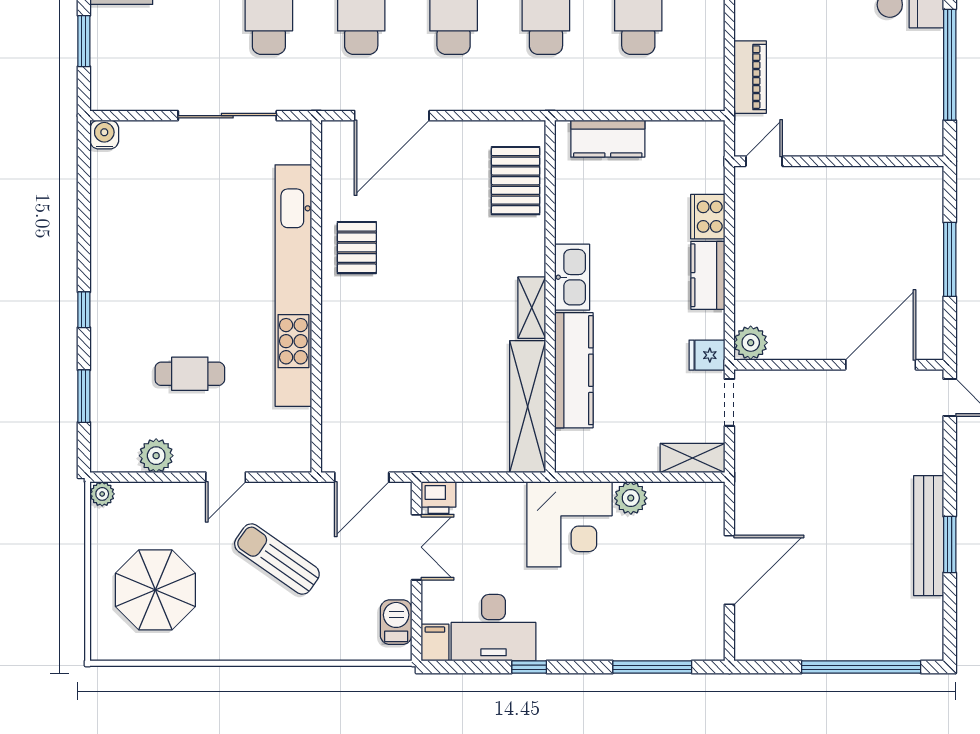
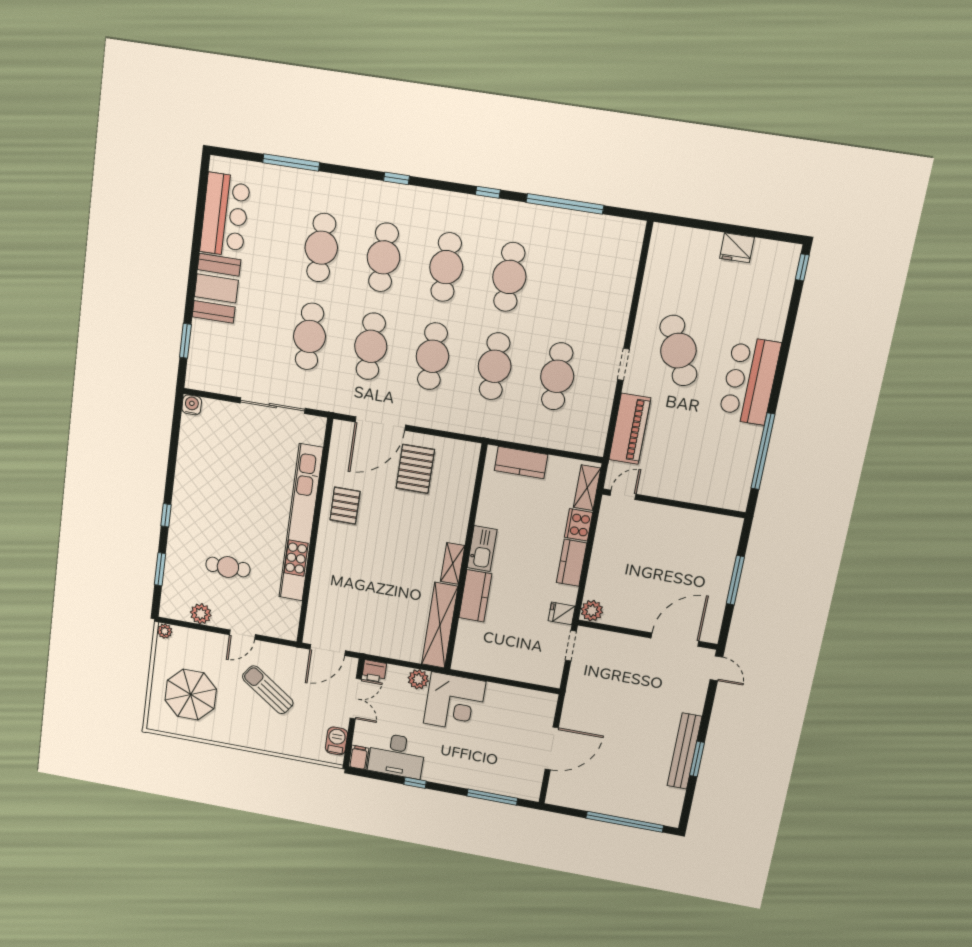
piano: (750, 77) -> (630, 429), width x1.37, depth x1.33
pallet: (516, 181) -> (415, 469), moved
kitchen counter: (574, 370) -> (475, 596), width x0.67
shelving: (693, 458) -> (587, 488), moved, turned 90
plant: (631, 498) -> (418, 679), moved

